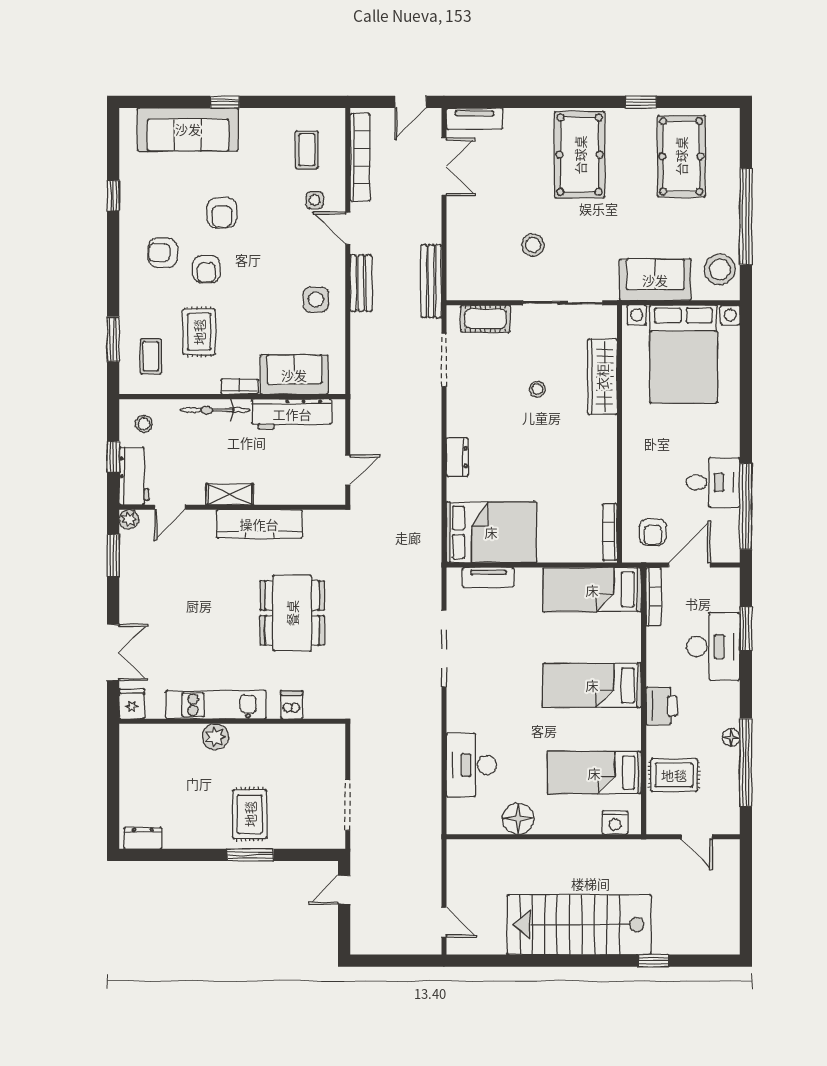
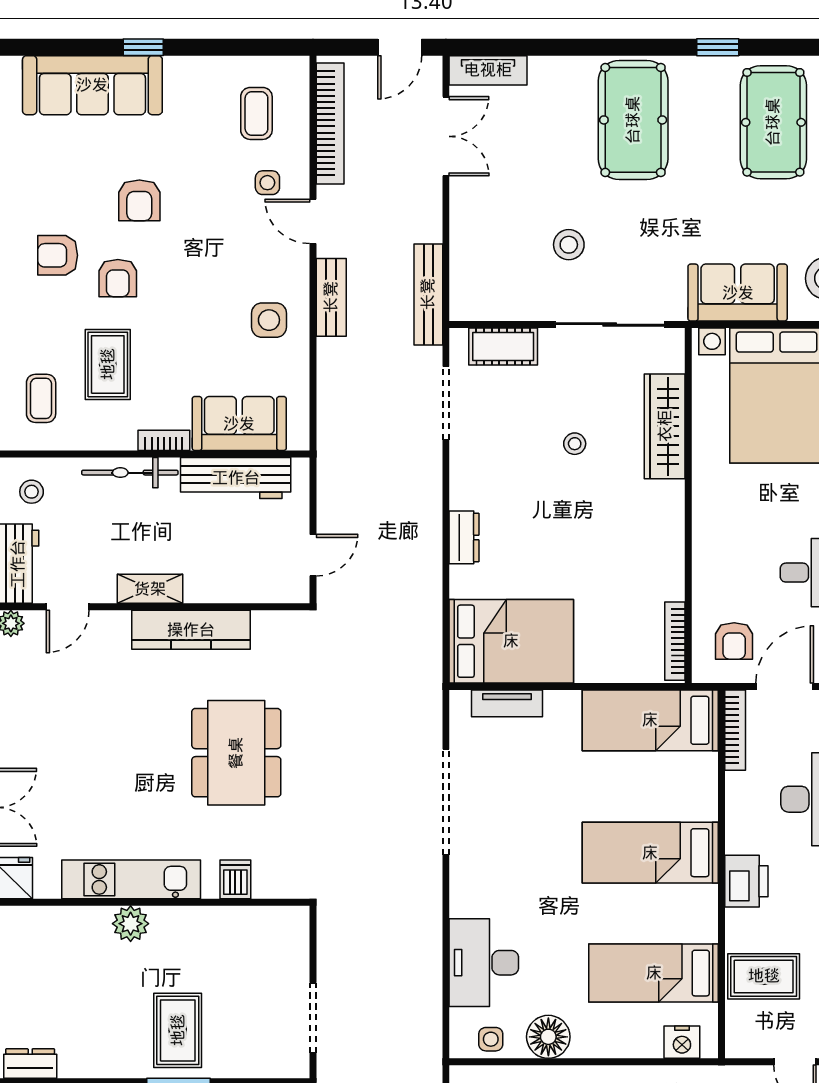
side table: (476, 820) -> (491, 1039), added

